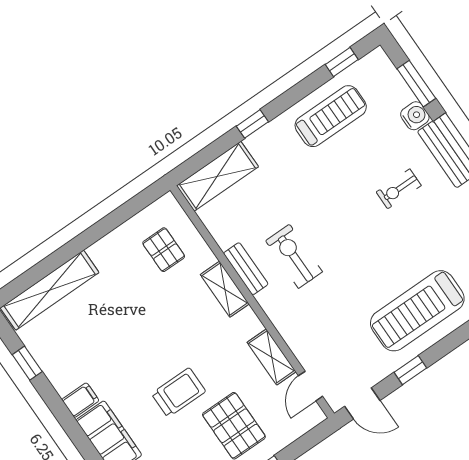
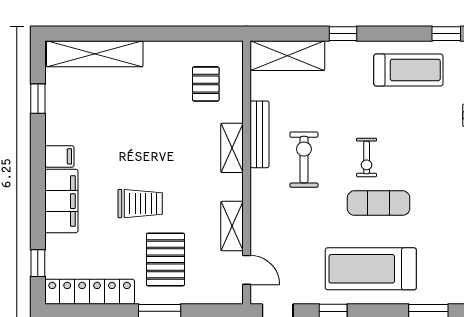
exercise bike: (399, 189) -> (367, 158), moved, turned -90
exercise mat: (385, 249) -> (379, 203), added
bench: (246, 269) -> (260, 134), width x1.36
door: (311, 386) -> (247, 270), swing flipped

